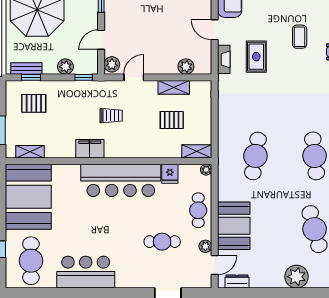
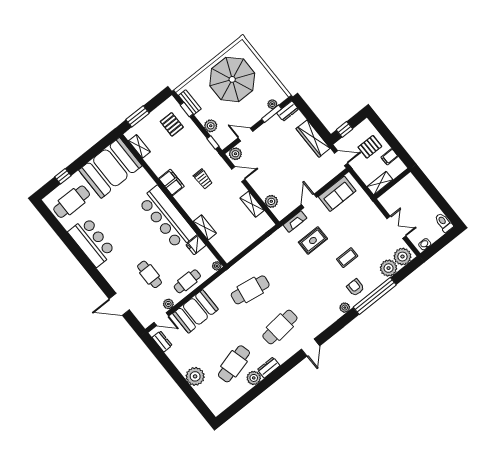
pallet: (172, 120) -> (231, 219), removed
shelving: (197, 151) -> (205, 227), moved

